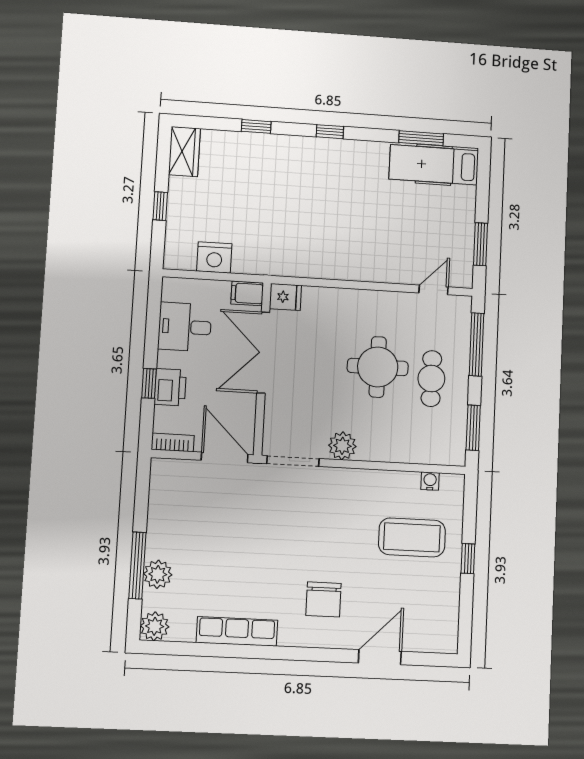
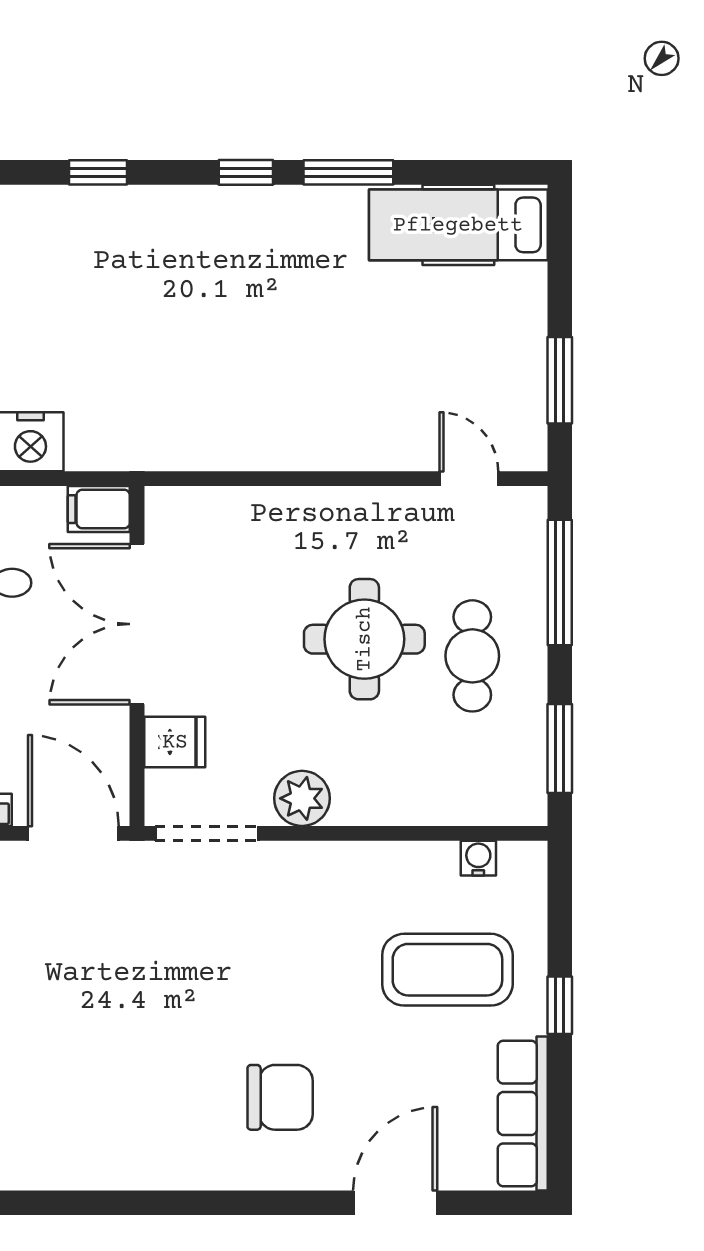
window: (421, 138) -> (348, 172), moved
door: (433, 290) -> (469, 479), hinge flipped
fridge: (285, 297) -> (175, 742), moved
chair: (323, 599) -> (280, 1097), turned -90
row of seats: (237, 631) -> (523, 1114), moved, turned -90

